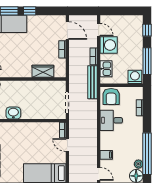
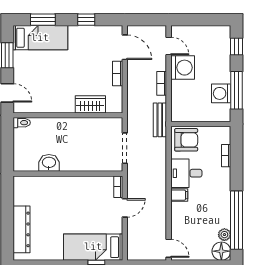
window: (30, 11) -> (86, 20), moved
kitchen sink: (106, 69) -> (179, 101), removed
washing machine: (135, 77) -> (221, 93), moved, turned -90
bench: (92, 82) -> (160, 120), width x0.73
armchair: (111, 97) -> (186, 140), turned -90
door: (67, 145) -> (125, 208), swing flipped
filing cabinet: (106, 155) -> (179, 195), moved

